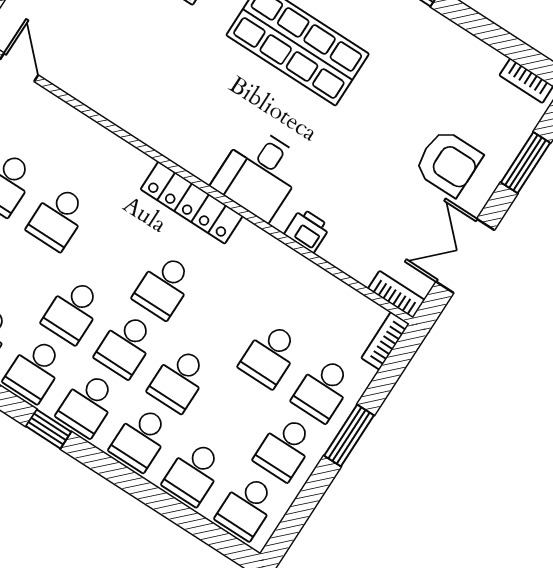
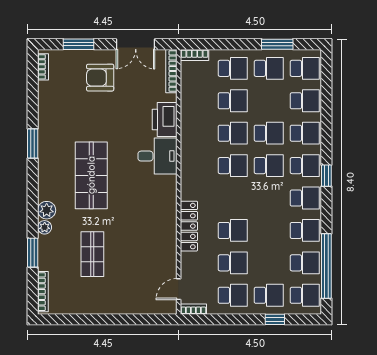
armchair: (448, 163) -> (100, 78), turned -90
locker: (192, 203) -> (189, 226), moved
printer: (307, 230) -> (165, 119), width x1.87, depth x1.48
bookcase: (396, 294) -> (171, 71), width x1.56
school desk: (73, 311) -> (233, 133), moved
window: (349, 436) -> (277, 44), moved

